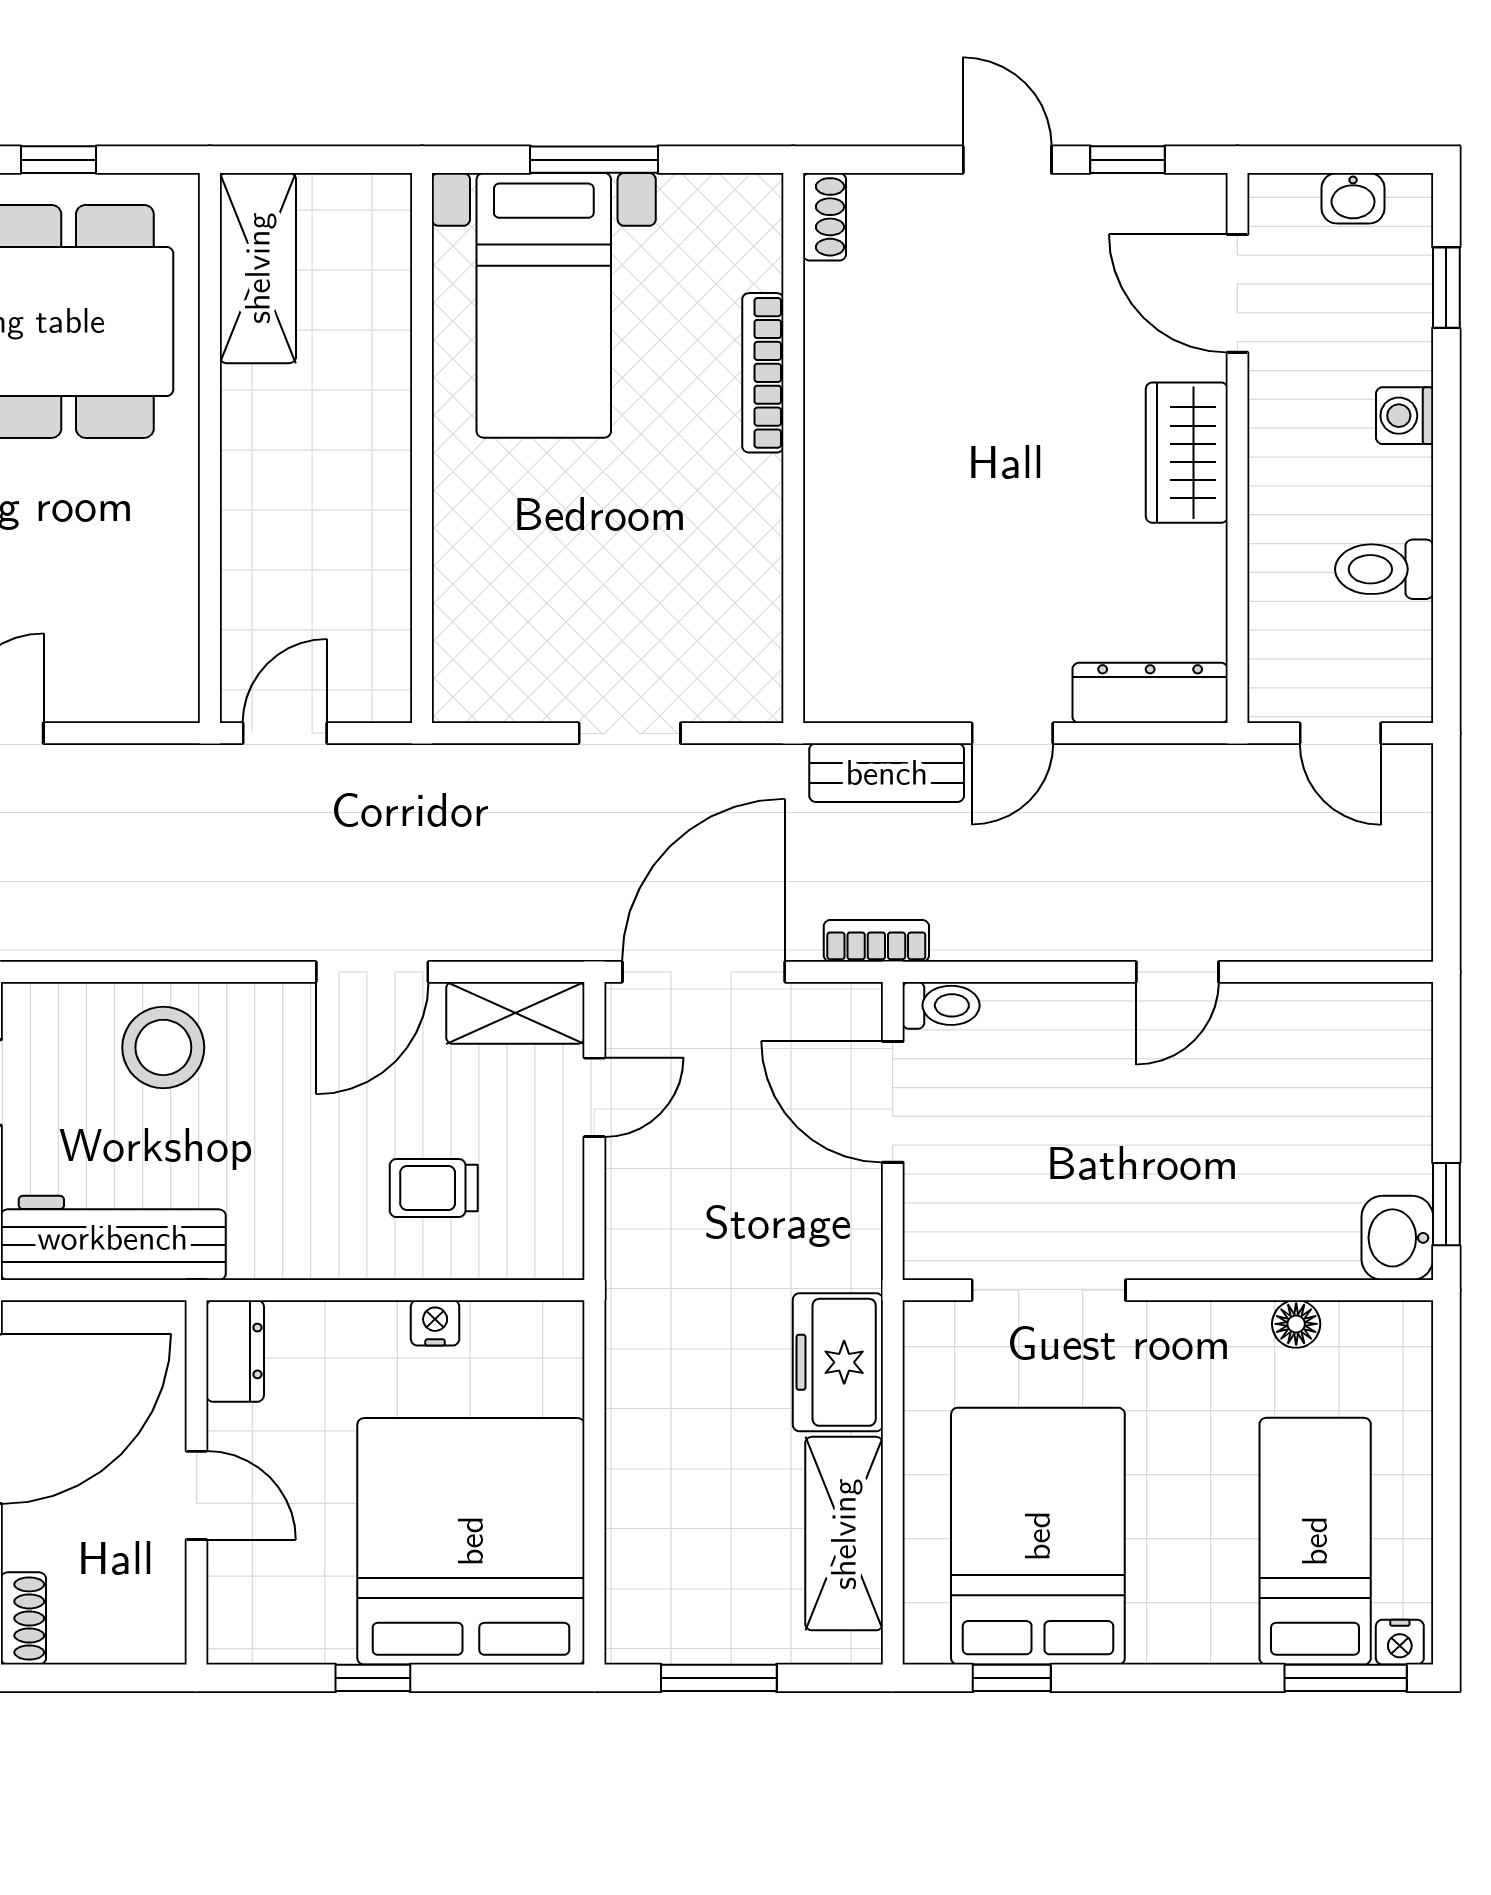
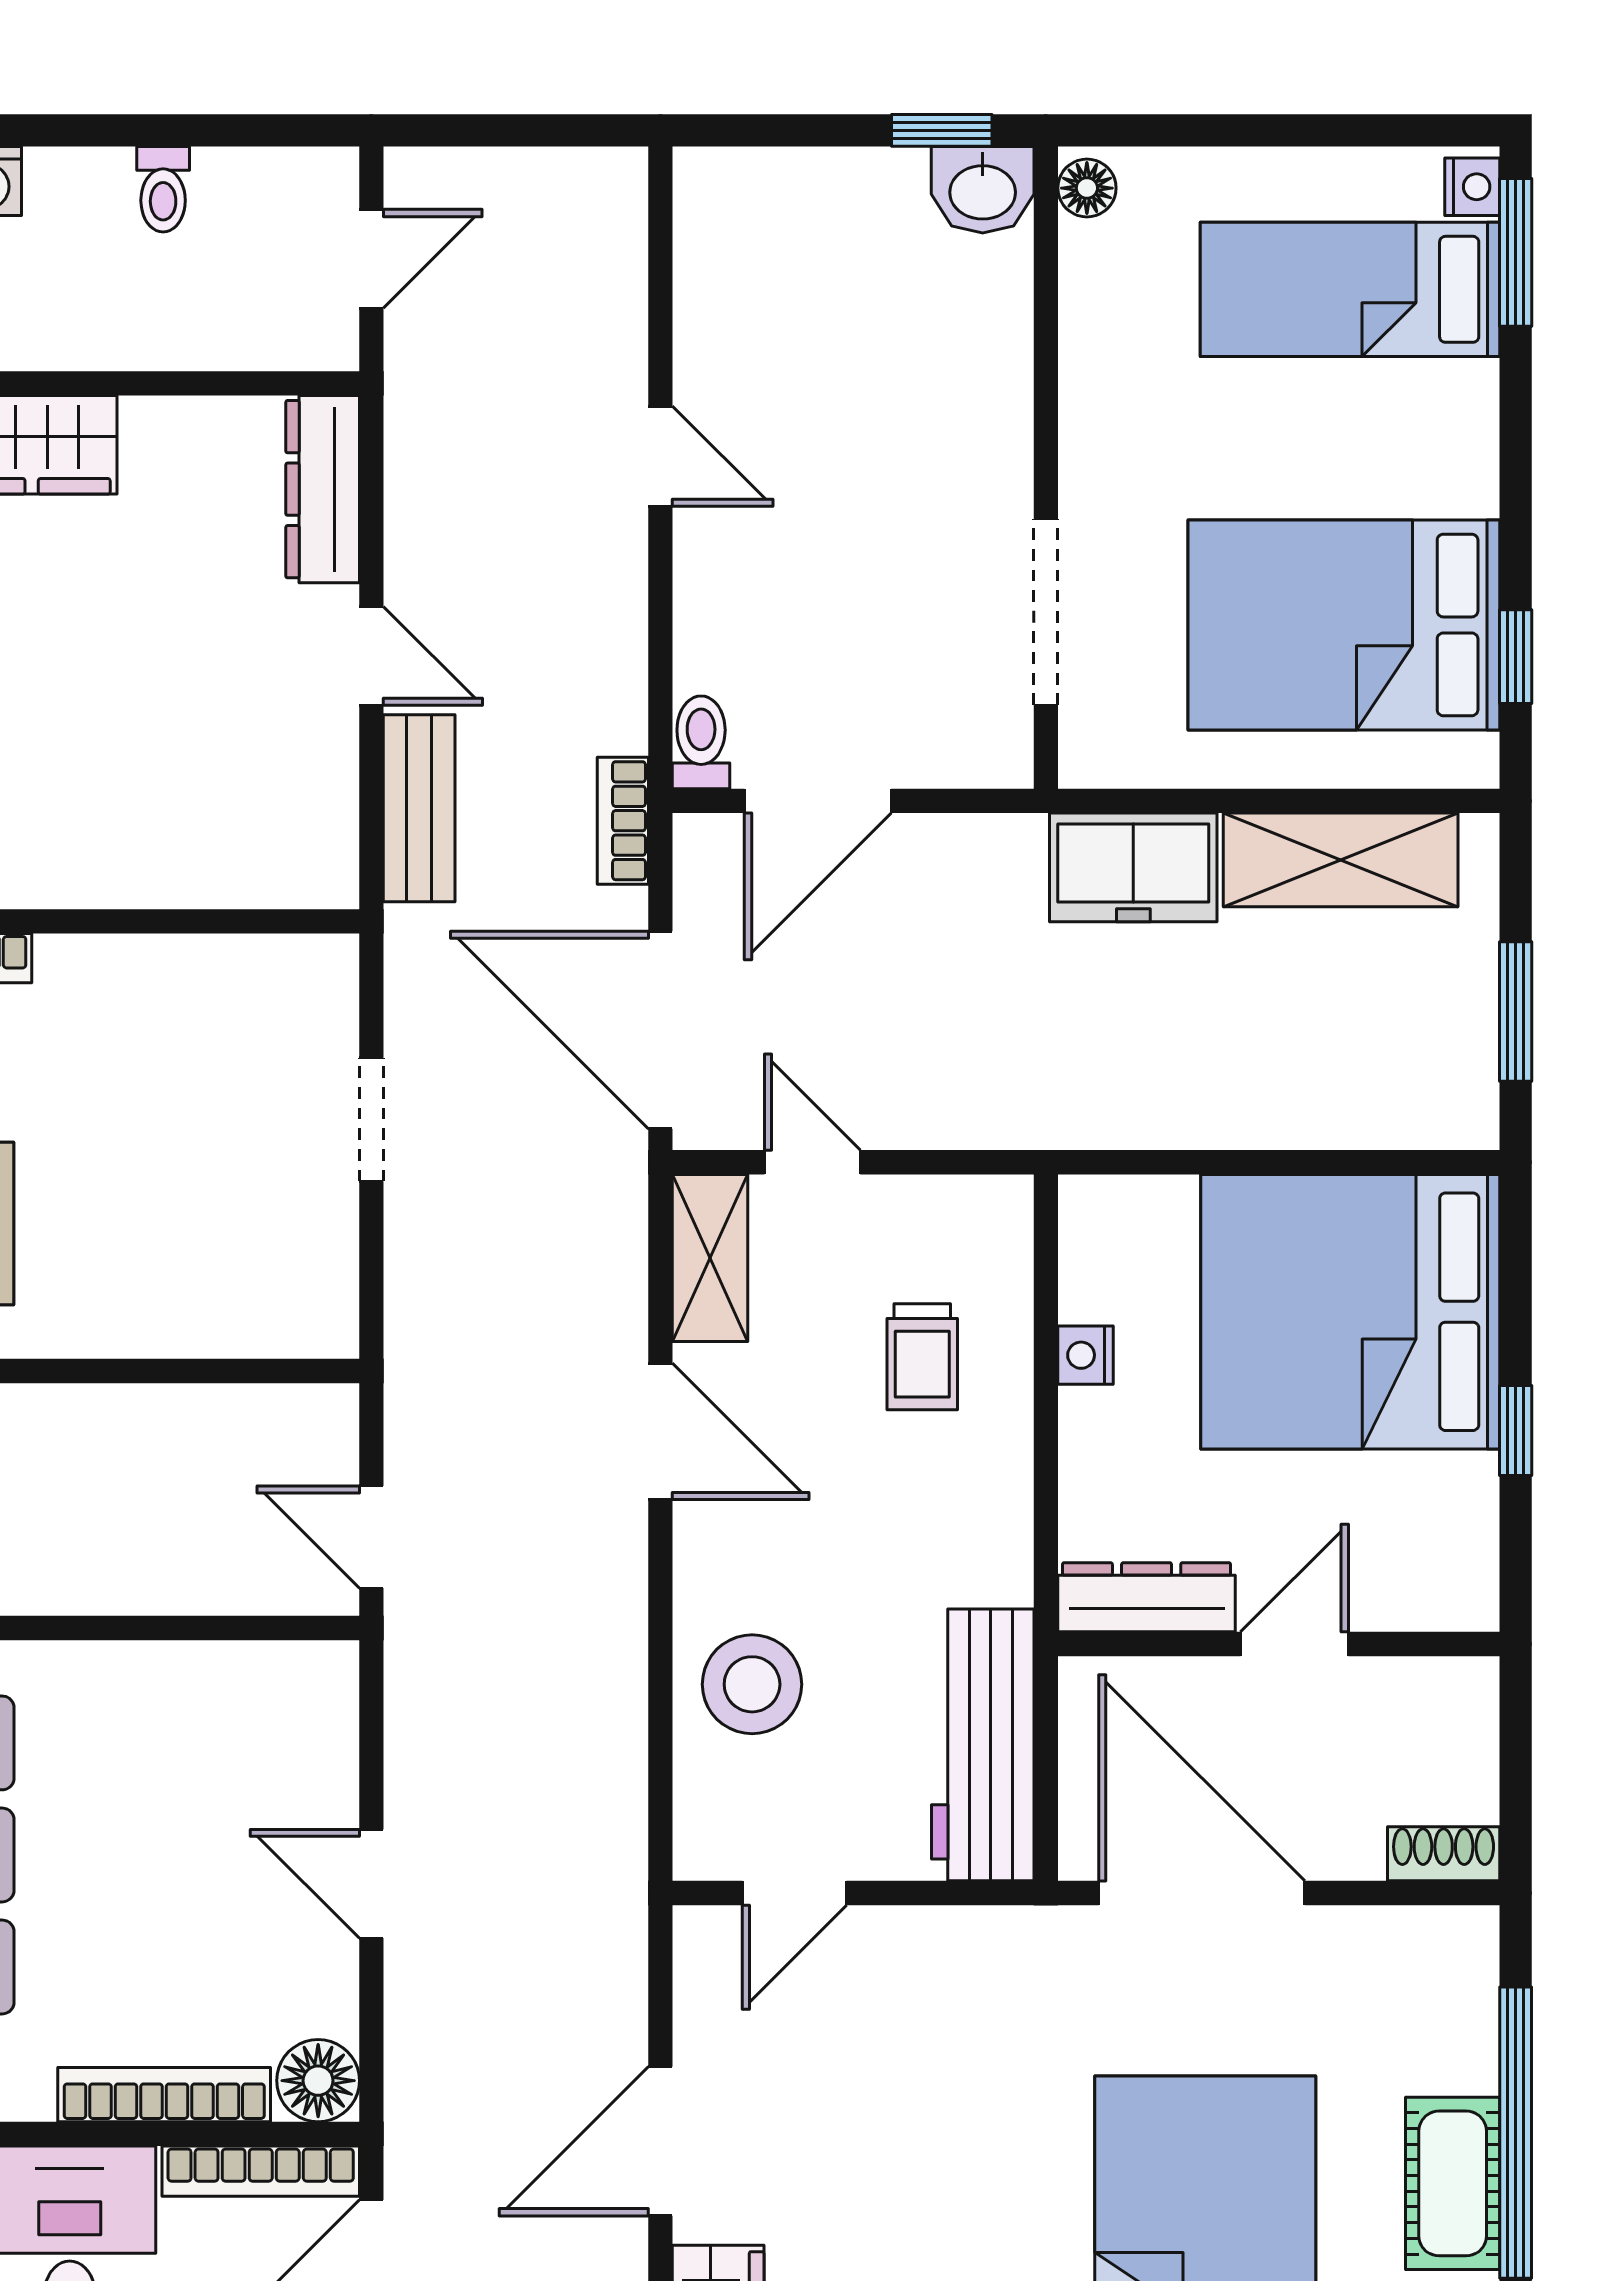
toilet: (1384, 569) -> (163, 189), width x0.73, depth x0.72
floor lamp: (1296, 1324) -> (1087, 188), moved
dresser: (235, 1351) -> (1147, 1597), width x1.44

